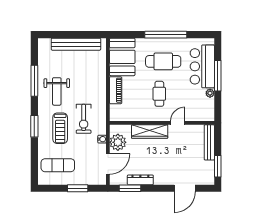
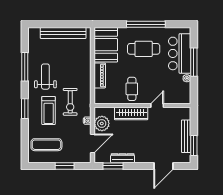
weight bench: (57, 91) -> (45, 77), turned 180
cafe table: (159, 94) -> (132, 89), moved
bench: (209, 142) -> (186, 136), moved

